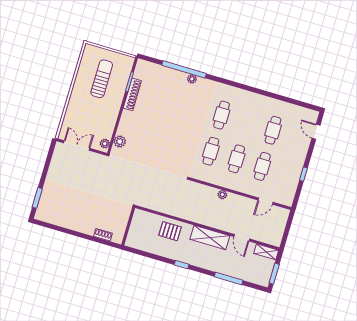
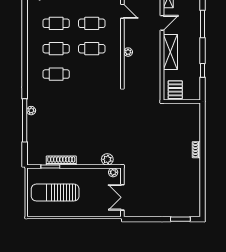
sun lounger: (102, 79) -> (55, 193), width x1.36, depth x1.34
cafe table: (211, 151) -> (56, 49), moved
wall: (128, 226) -> (182, 102), moved

